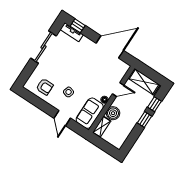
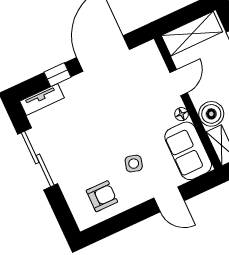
window: (78, 26) -> (57, 75), moved

